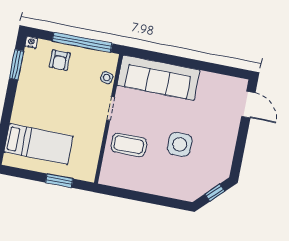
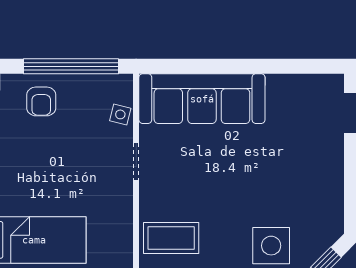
side table: (180, 144) -> (271, 246), moved
coffee table: (129, 145) -> (171, 238), moved

